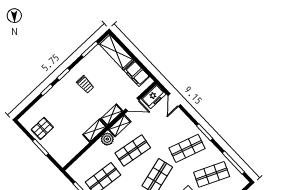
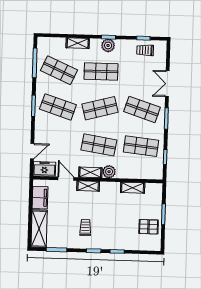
shelving: (95, 131) -> (133, 188), moved

